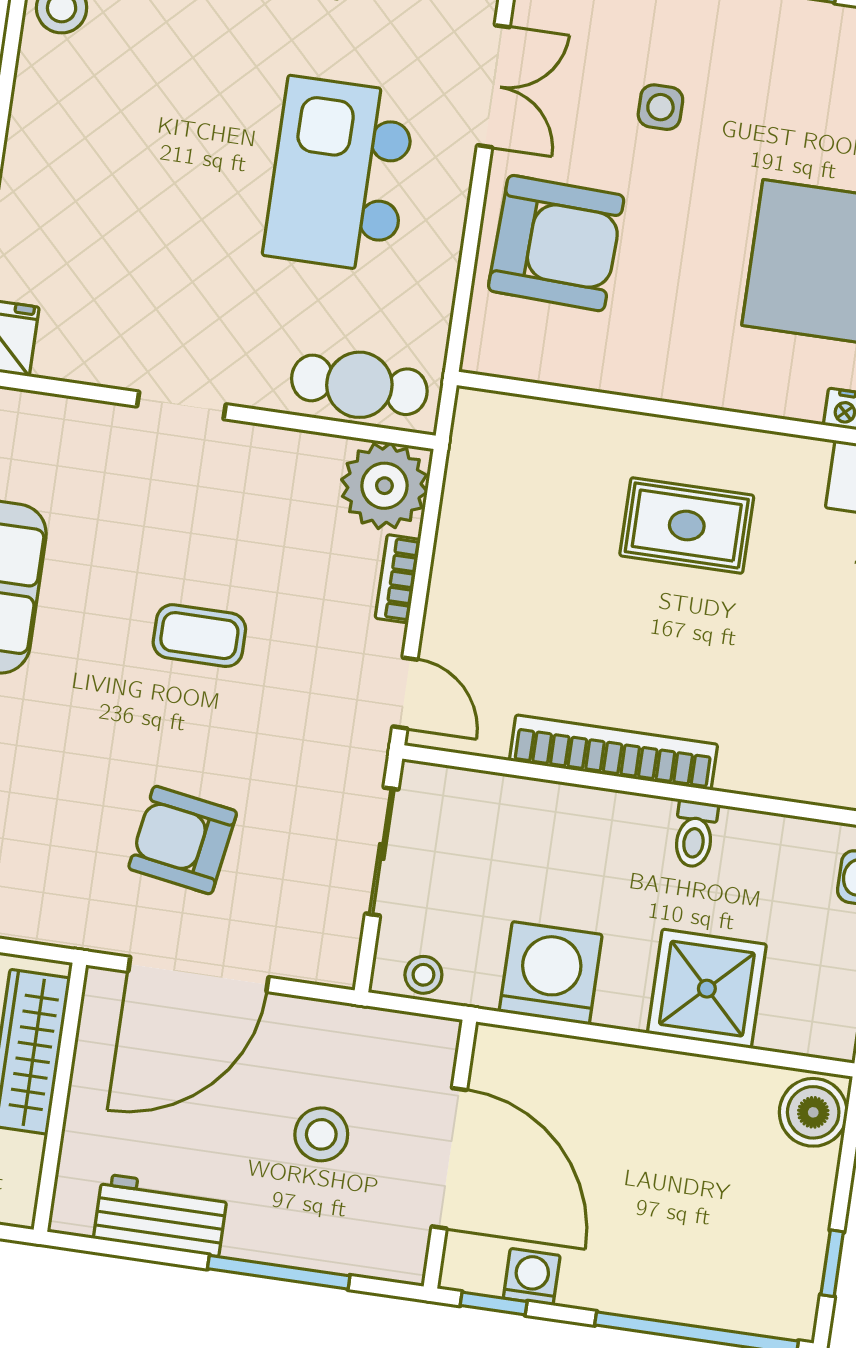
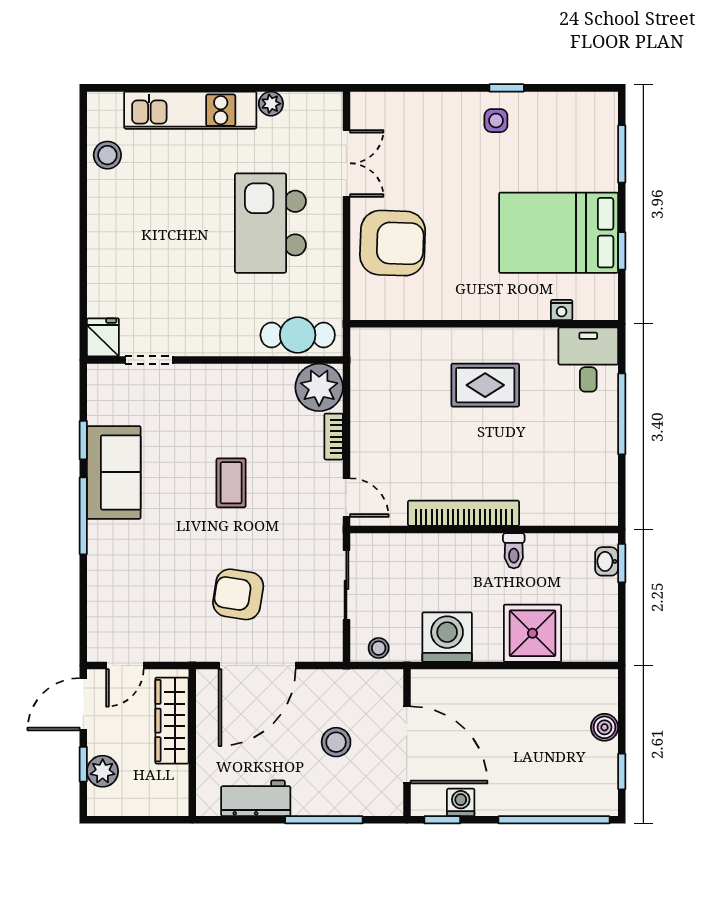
side table: (660, 107) -> (496, 121), moved
doorway: (181, 405) -> (149, 360), moved
coffee table: (199, 636) -> (231, 483), turned 90
boiler: (813, 1112) -> (604, 727), moved, width x0.73, depth x0.73

